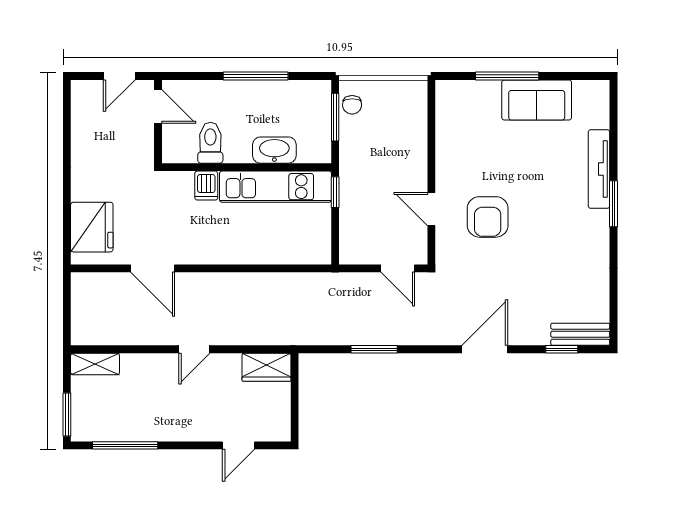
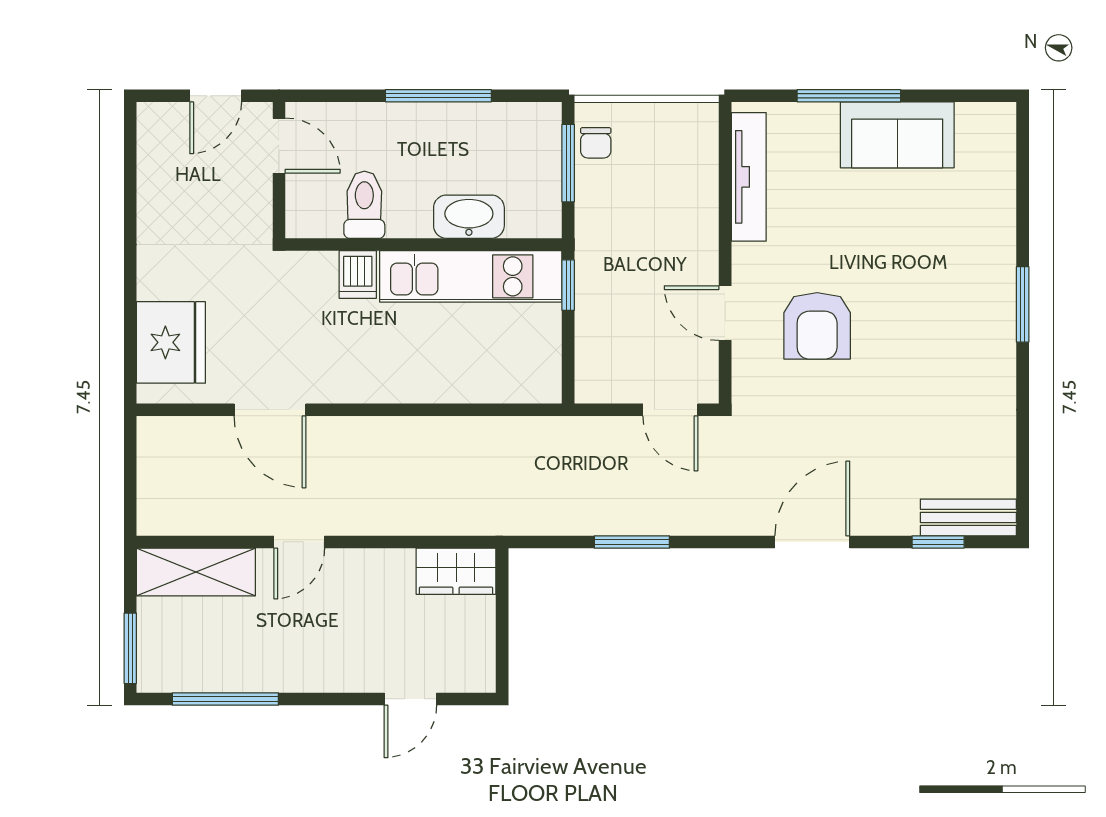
tv unit: (599, 169) -> (749, 177), moved, turned 180
door: (194, 349) -> (299, 542), moved
shelving: (95, 364) -> (196, 572), width x1.50, depth x1.33

